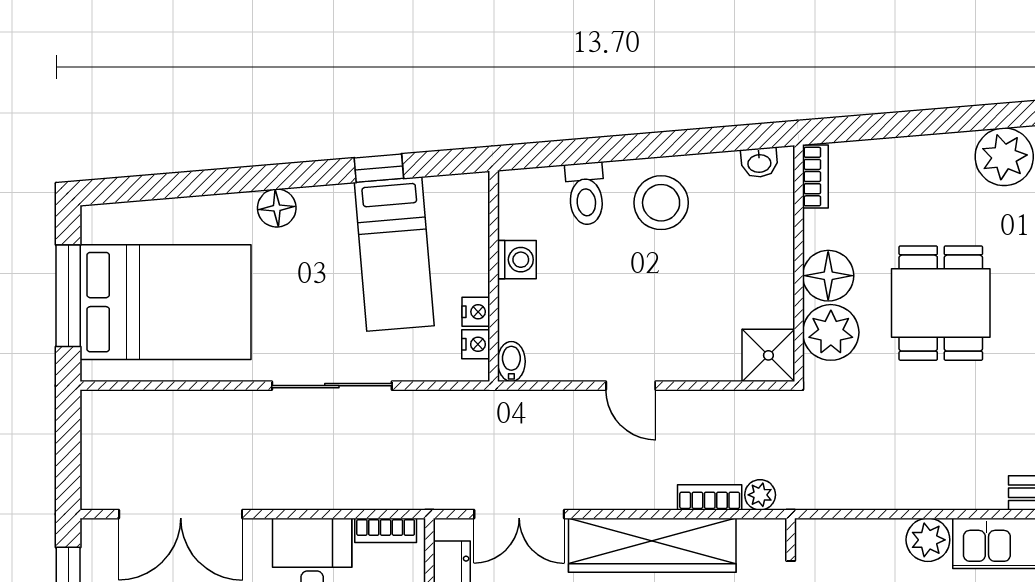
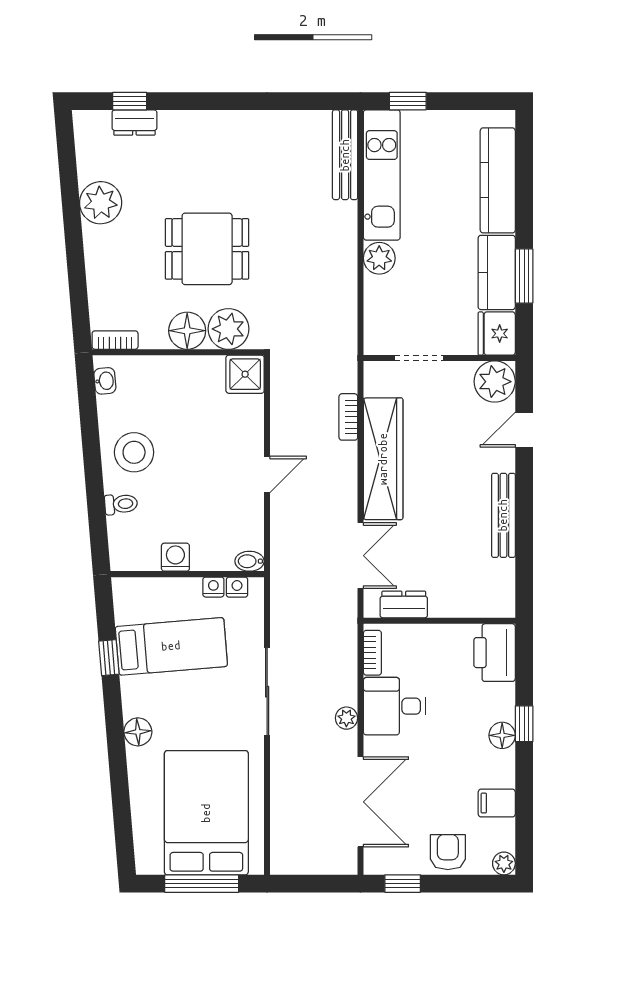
toilet: (586, 194) -> (121, 504), width x0.73, depth x0.72
plant: (760, 495) -> (346, 718), moved

